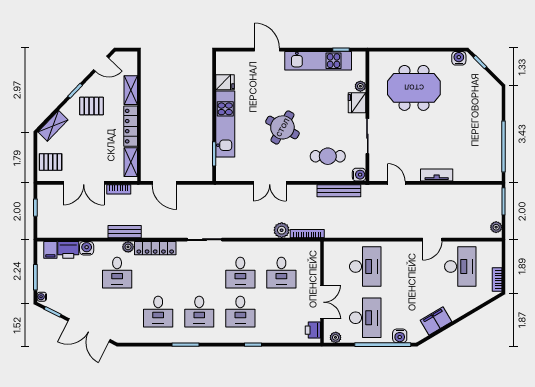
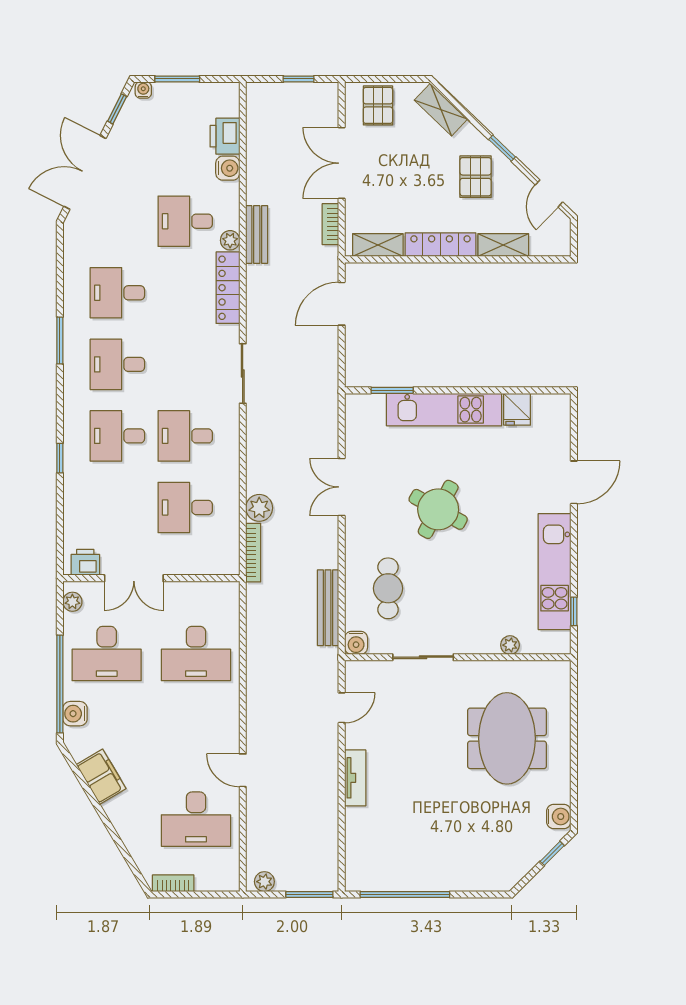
fridge: (357, 103) -> (481, 639), removed
filing cabinet: (50, 250) -> (225, 105), removed

